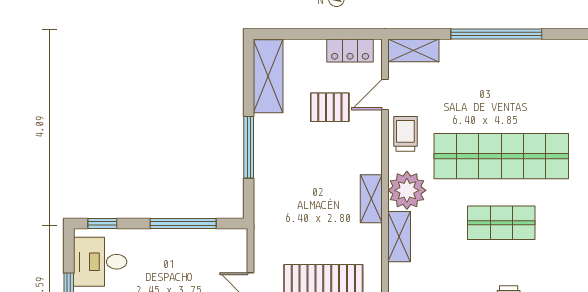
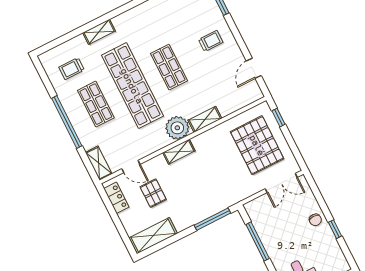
shop shelf: (501, 89) -> (96, 104), added
trolley: (405, 134) -> (72, 69), moved
window: (249, 147) -> (212, 219), moved
shelving: (371, 199) -> (179, 152), moved

